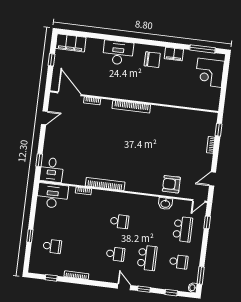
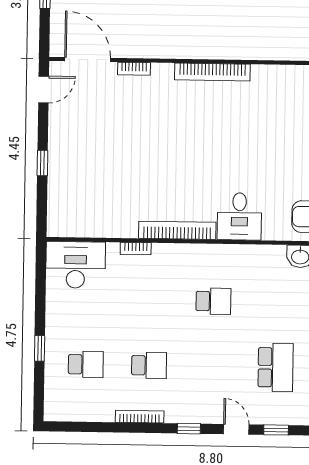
door: (44, 118) -> (44, 89), moved
window: (39, 160) -> (42, 163), moved
desk: (52, 170) -> (239, 216), moved
school desk: (115, 254) -> (149, 365), moved
window: (51, 278) -> (189, 429), moved

